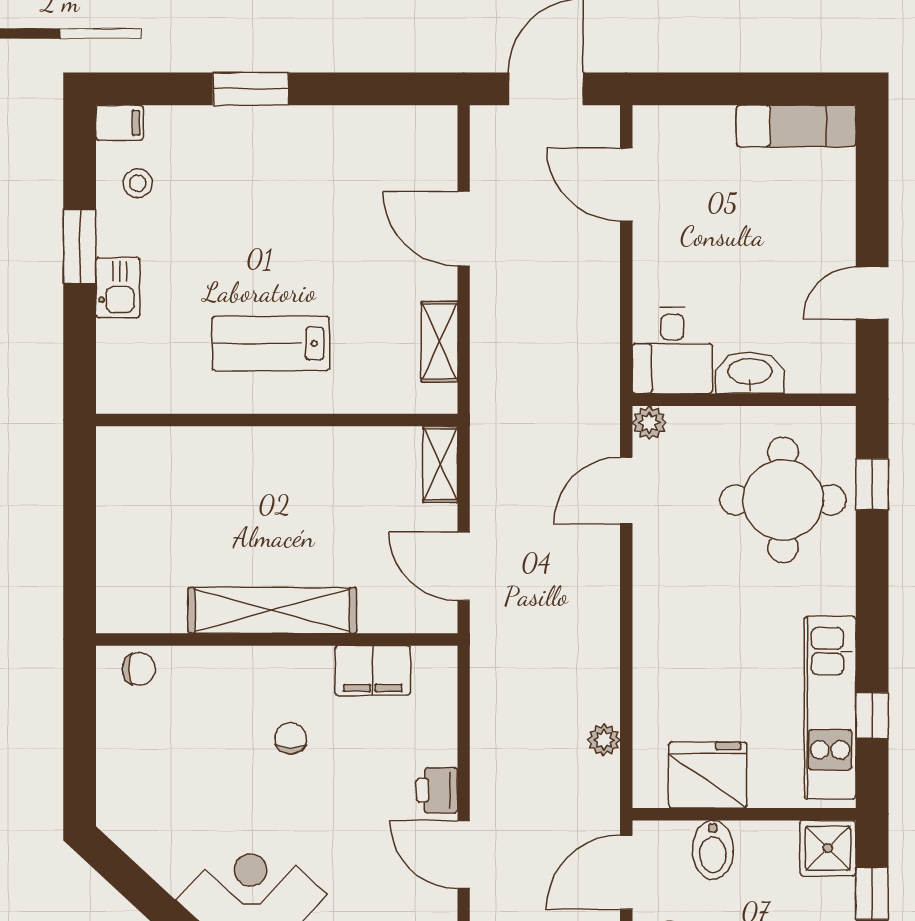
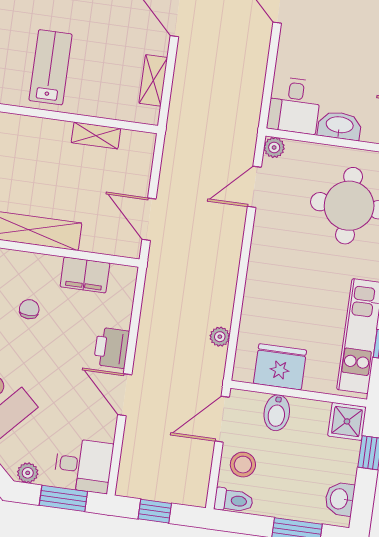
lab bench: (271, 343) -> (51, 67), turned 90
shelving: (440, 464) -> (96, 136), moved, turned 90
printer: (437, 790) -> (112, 348), width x1.36, depth x1.24

